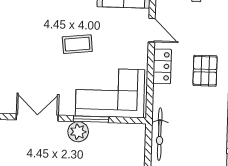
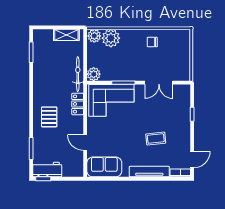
coffee table: (77, 44) -> (156, 139), moved
locker: (162, 66) -> (78, 104), moved
plant: (78, 132) -> (94, 74), moved

